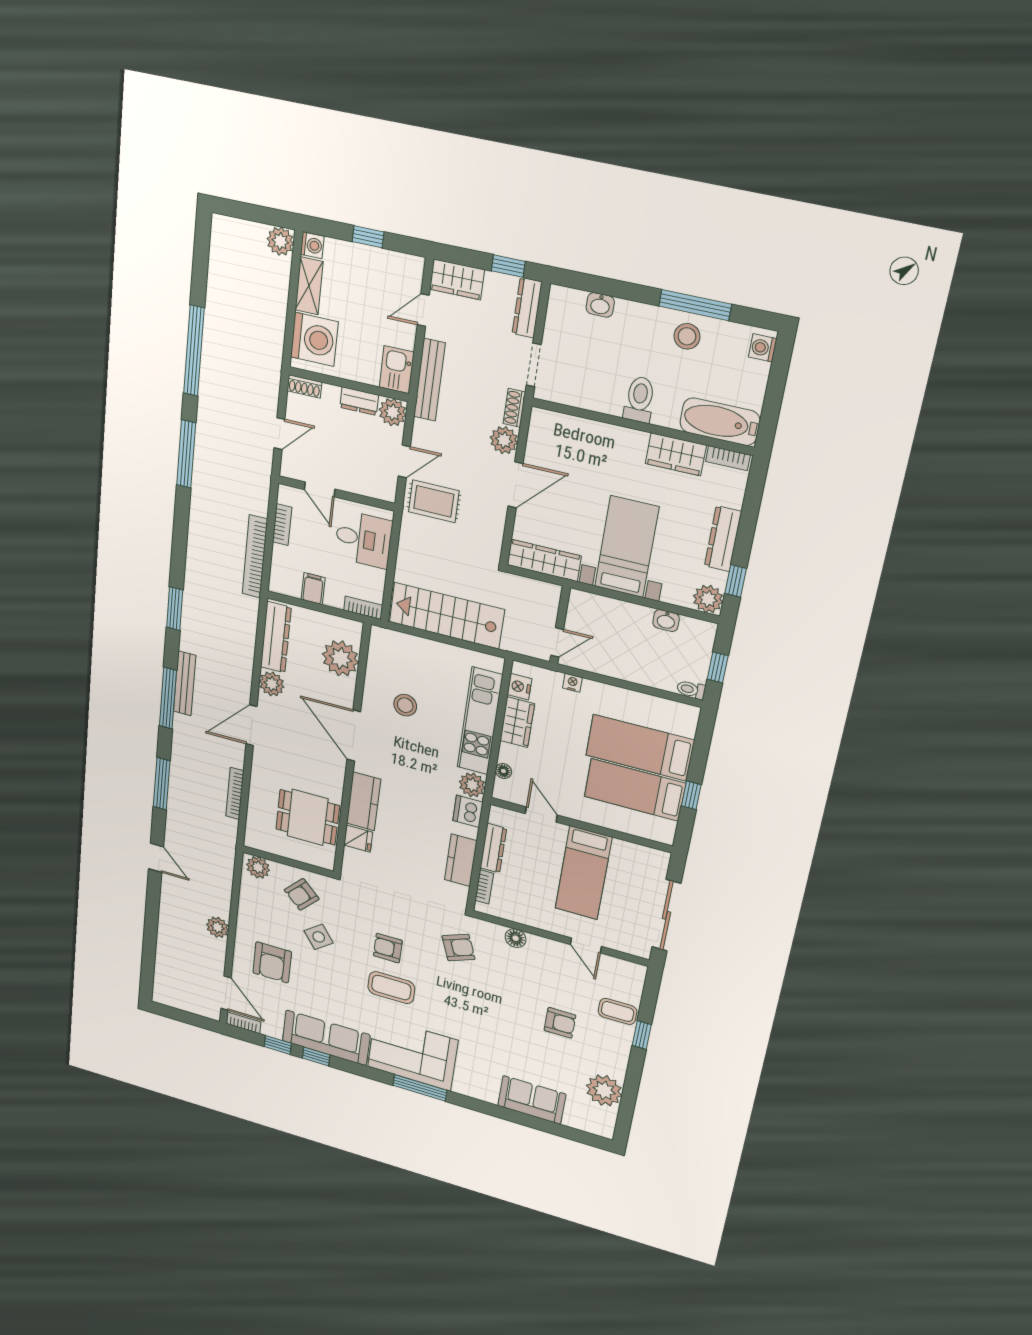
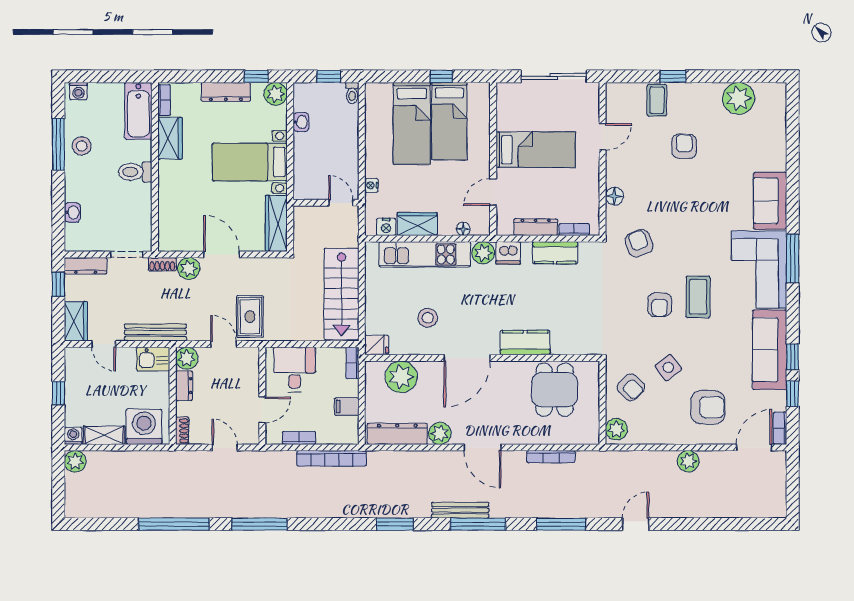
fridge: (358, 839) -> (377, 345), moved, turned 90
sofa: (532, 1100) -> (770, 201), moved

